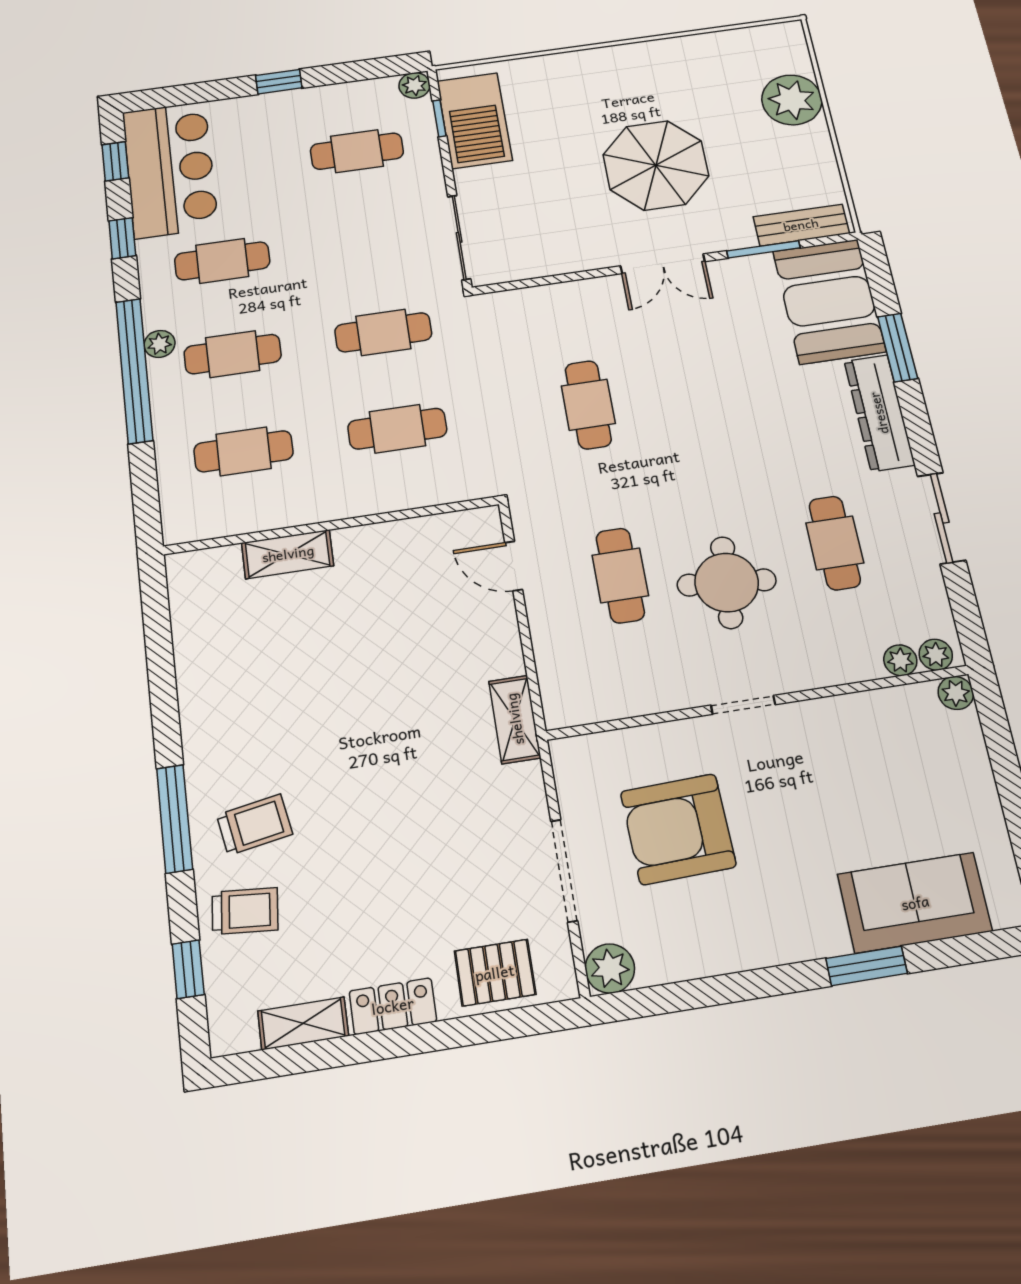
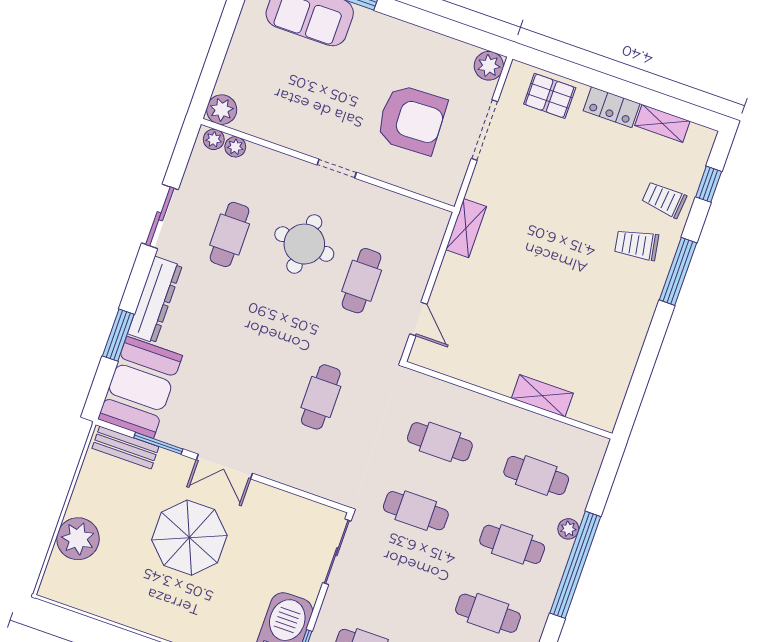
double door: (663, 264) -> (224, 467), swing flipped
plant: (159, 344) -> (568, 529), moved
plant: (956, 693) -> (222, 110), width x1.38, depth x1.38

